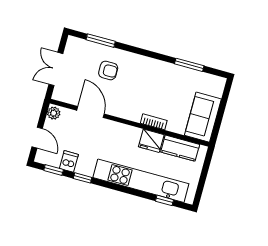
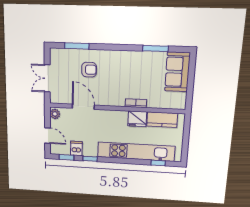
sofa: (203, 117) -> (177, 72), moved

